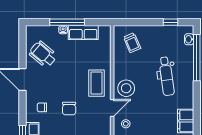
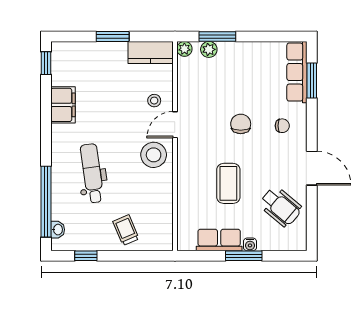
window: (67, 22) -> (244, 256), width x0.69
trolley: (132, 43) -> (126, 230), moved
coffee table: (97, 83) -> (228, 183), moved

